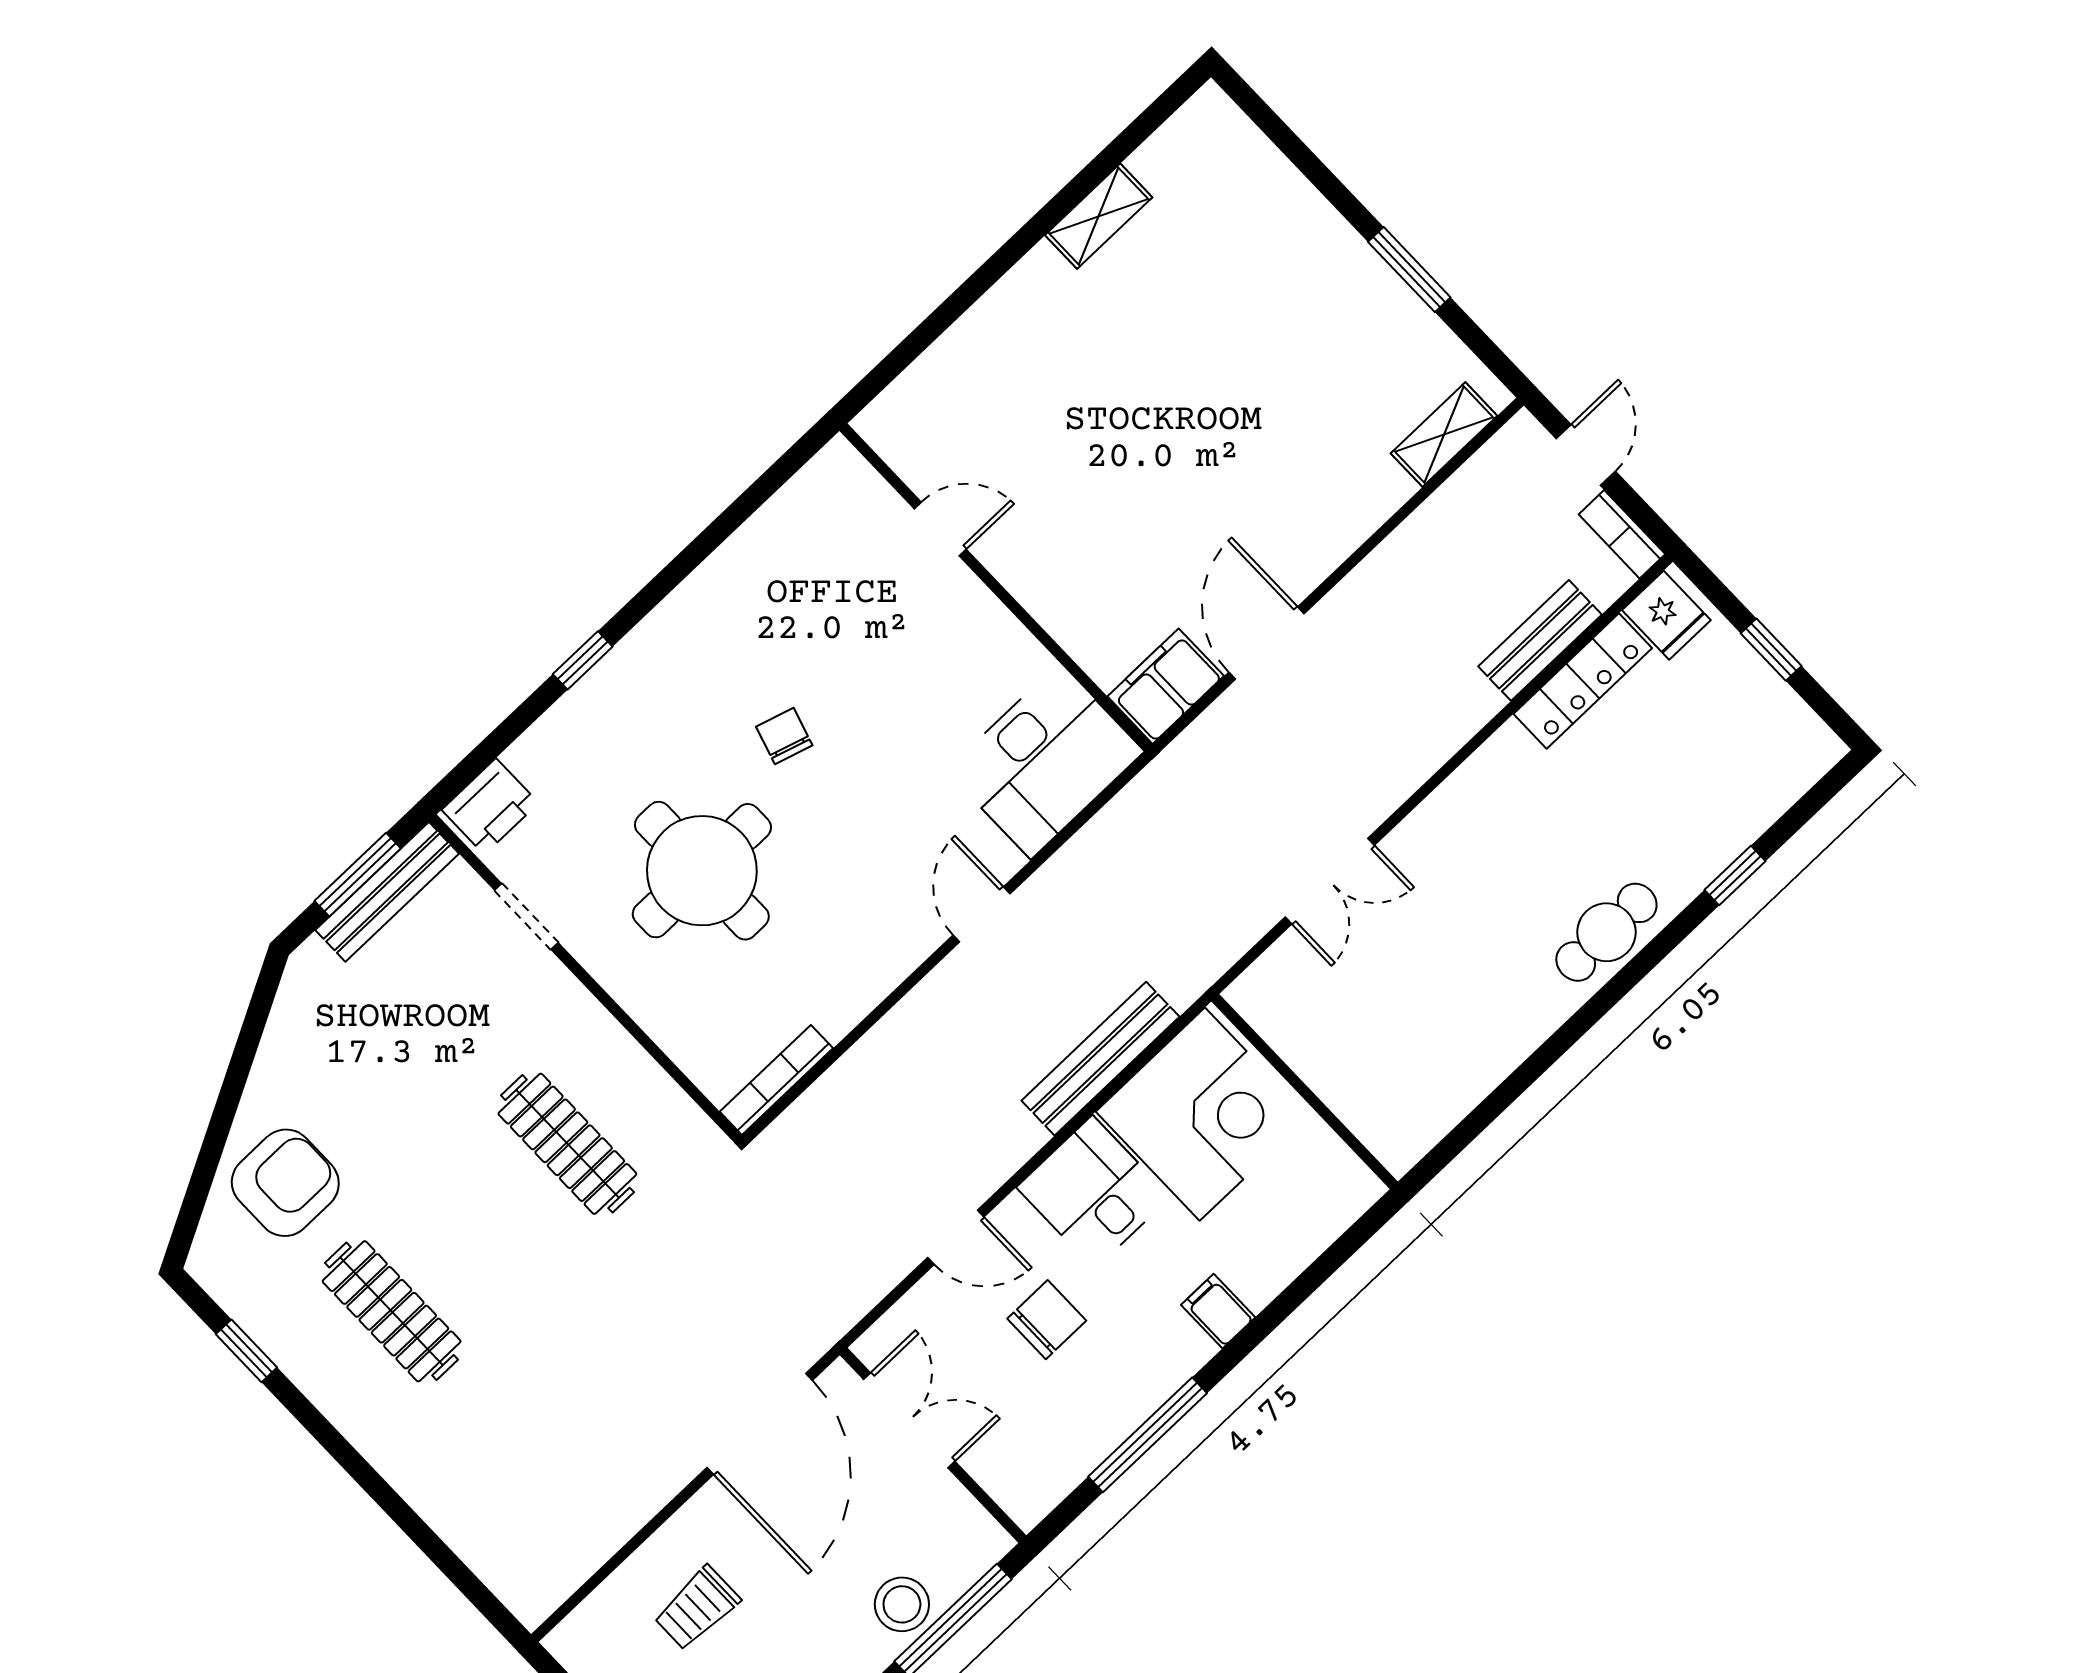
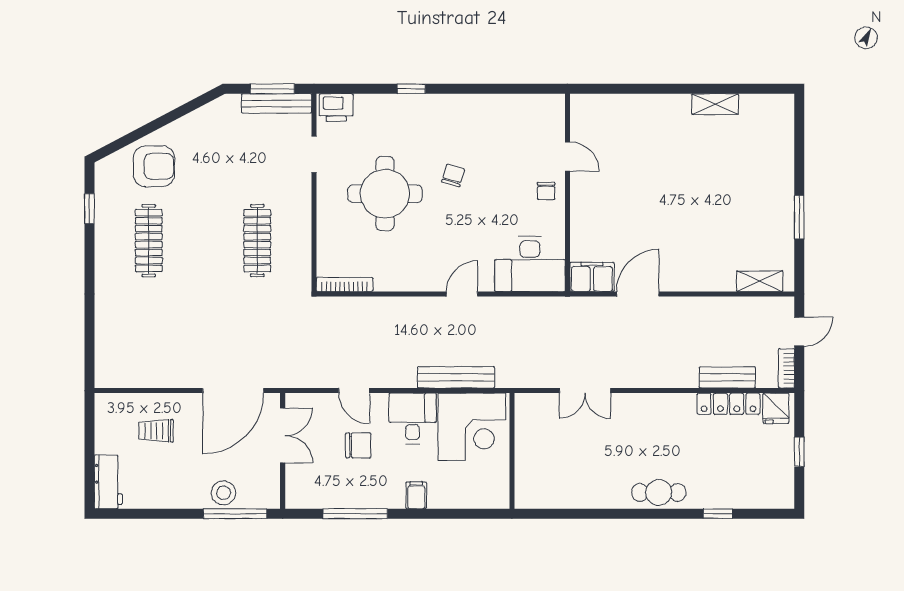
chair: (959, 618) -> (546, 191), added

